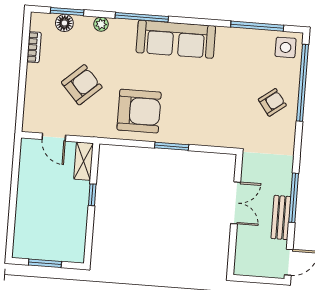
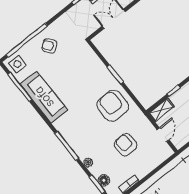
sofa: (176, 39) -> (44, 97), moved
armchair: (82, 85) -> (126, 145), turned 39

